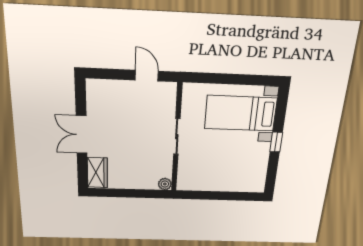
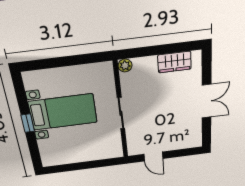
bed with nightstands: (241, 113) -> (63, 112), moved
wardrobe: (97, 173) -> (174, 62), moved, turned -90

